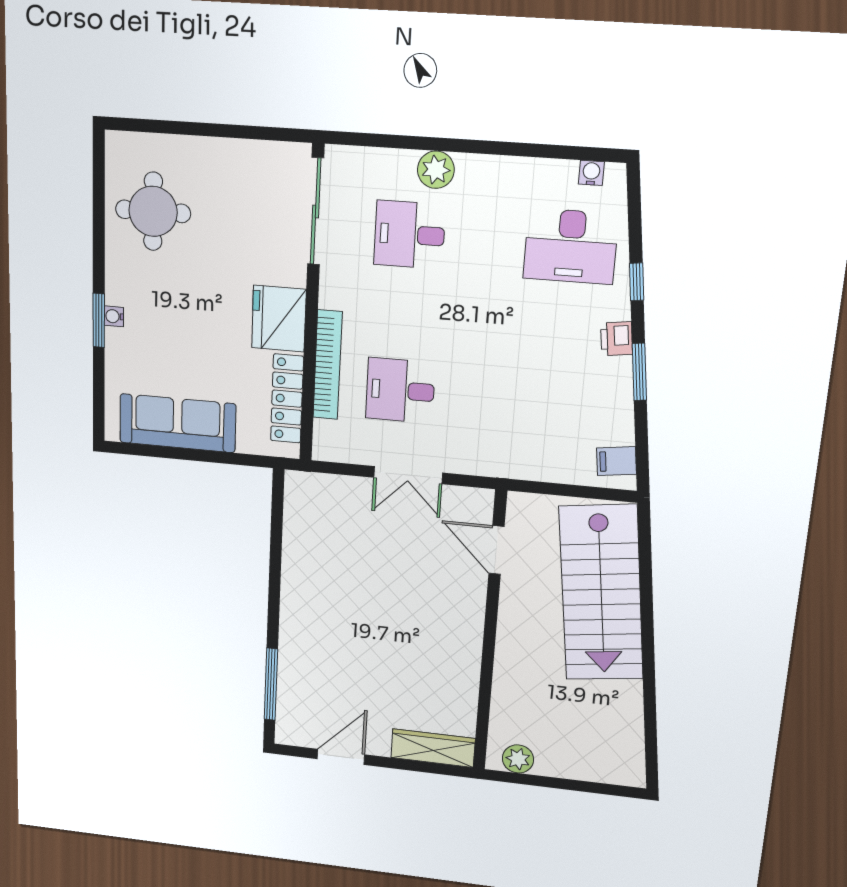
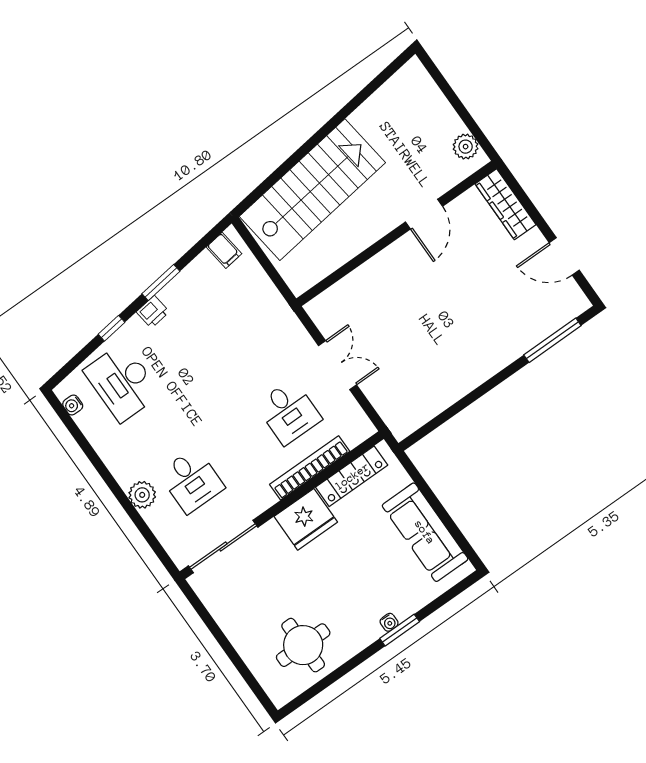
desk: (571, 246) -> (122, 382), turned 180
door: (496, 550) -> (424, 214), moved

